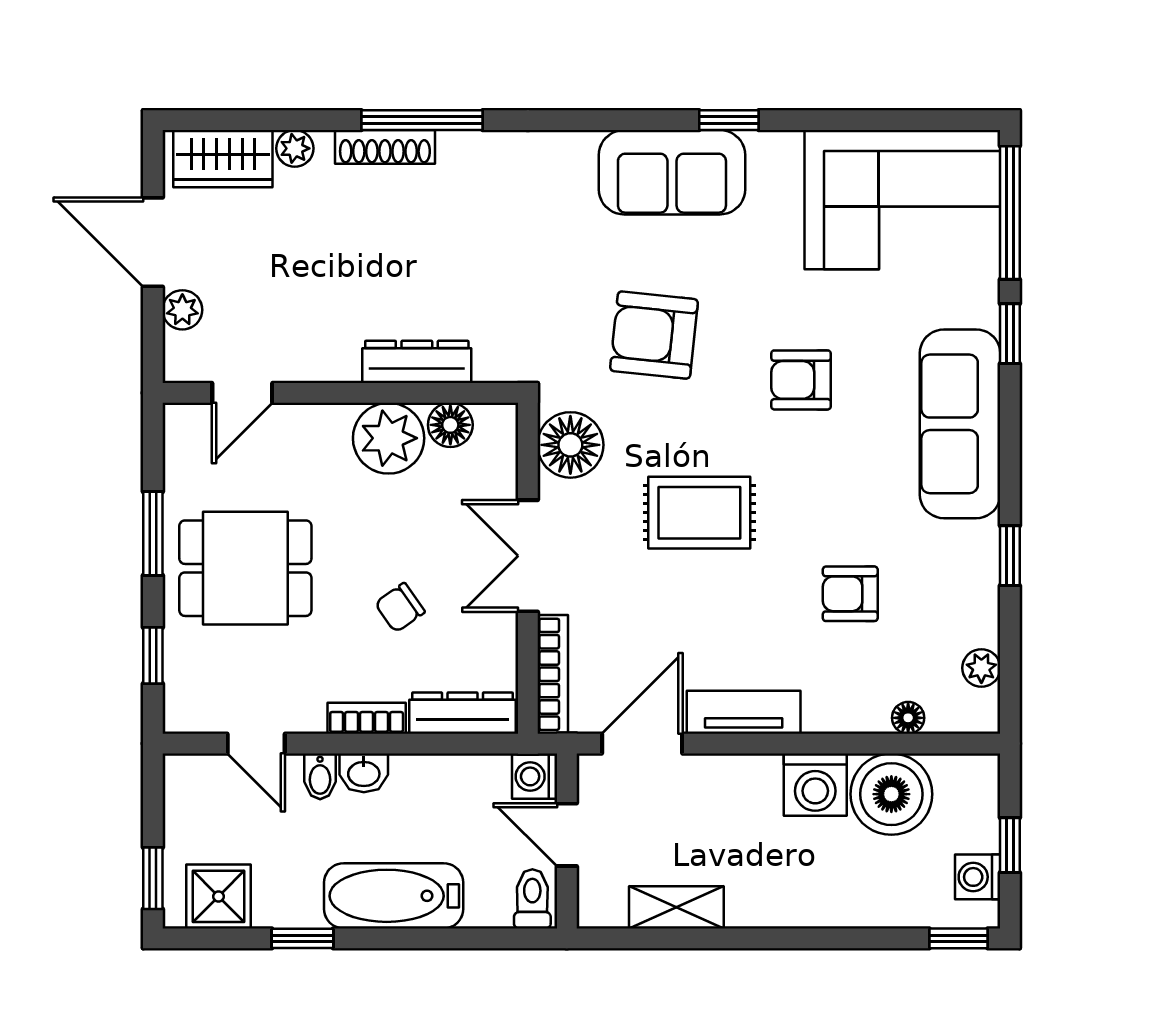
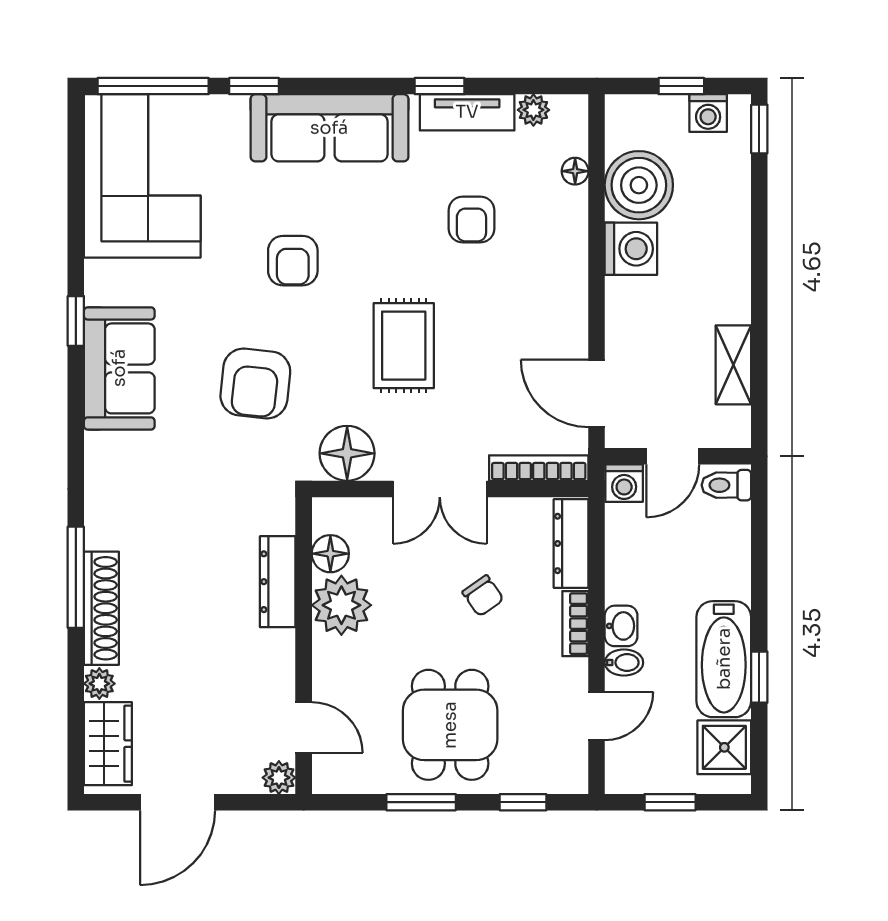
shoe rack: (385, 147) -> (101, 608), width x1.36, depth x1.24
plant: (182, 310) -> (279, 778), moved
tv unit: (744, 712) -> (467, 112), moved, turned -90
window: (153, 878) -> (670, 802), moved
bathtub: (394, 896) -> (724, 659), moved

